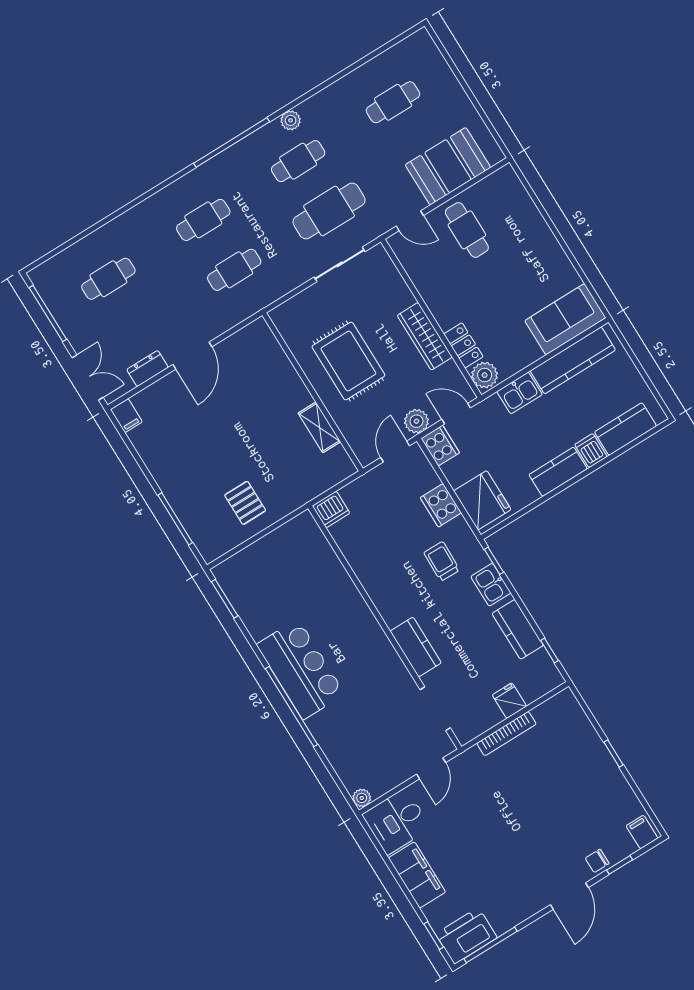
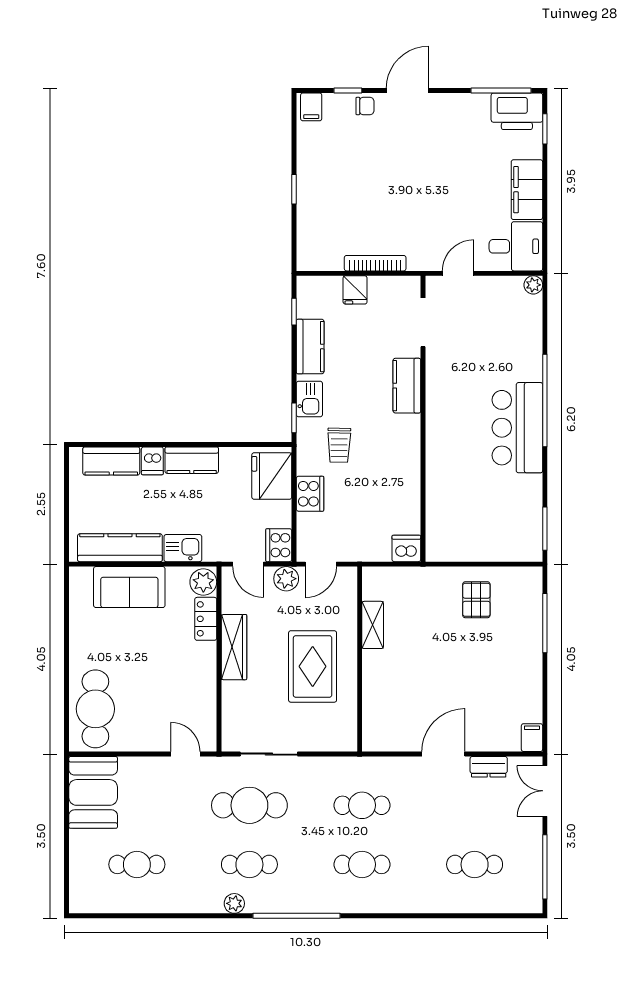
booth: (448, 166) -> (93, 792), moved, turned 90
cafe table: (467, 230) -> (95, 709), moved, width x1.37, depth x1.35
sofa: (565, 319) -> (129, 587), moved

